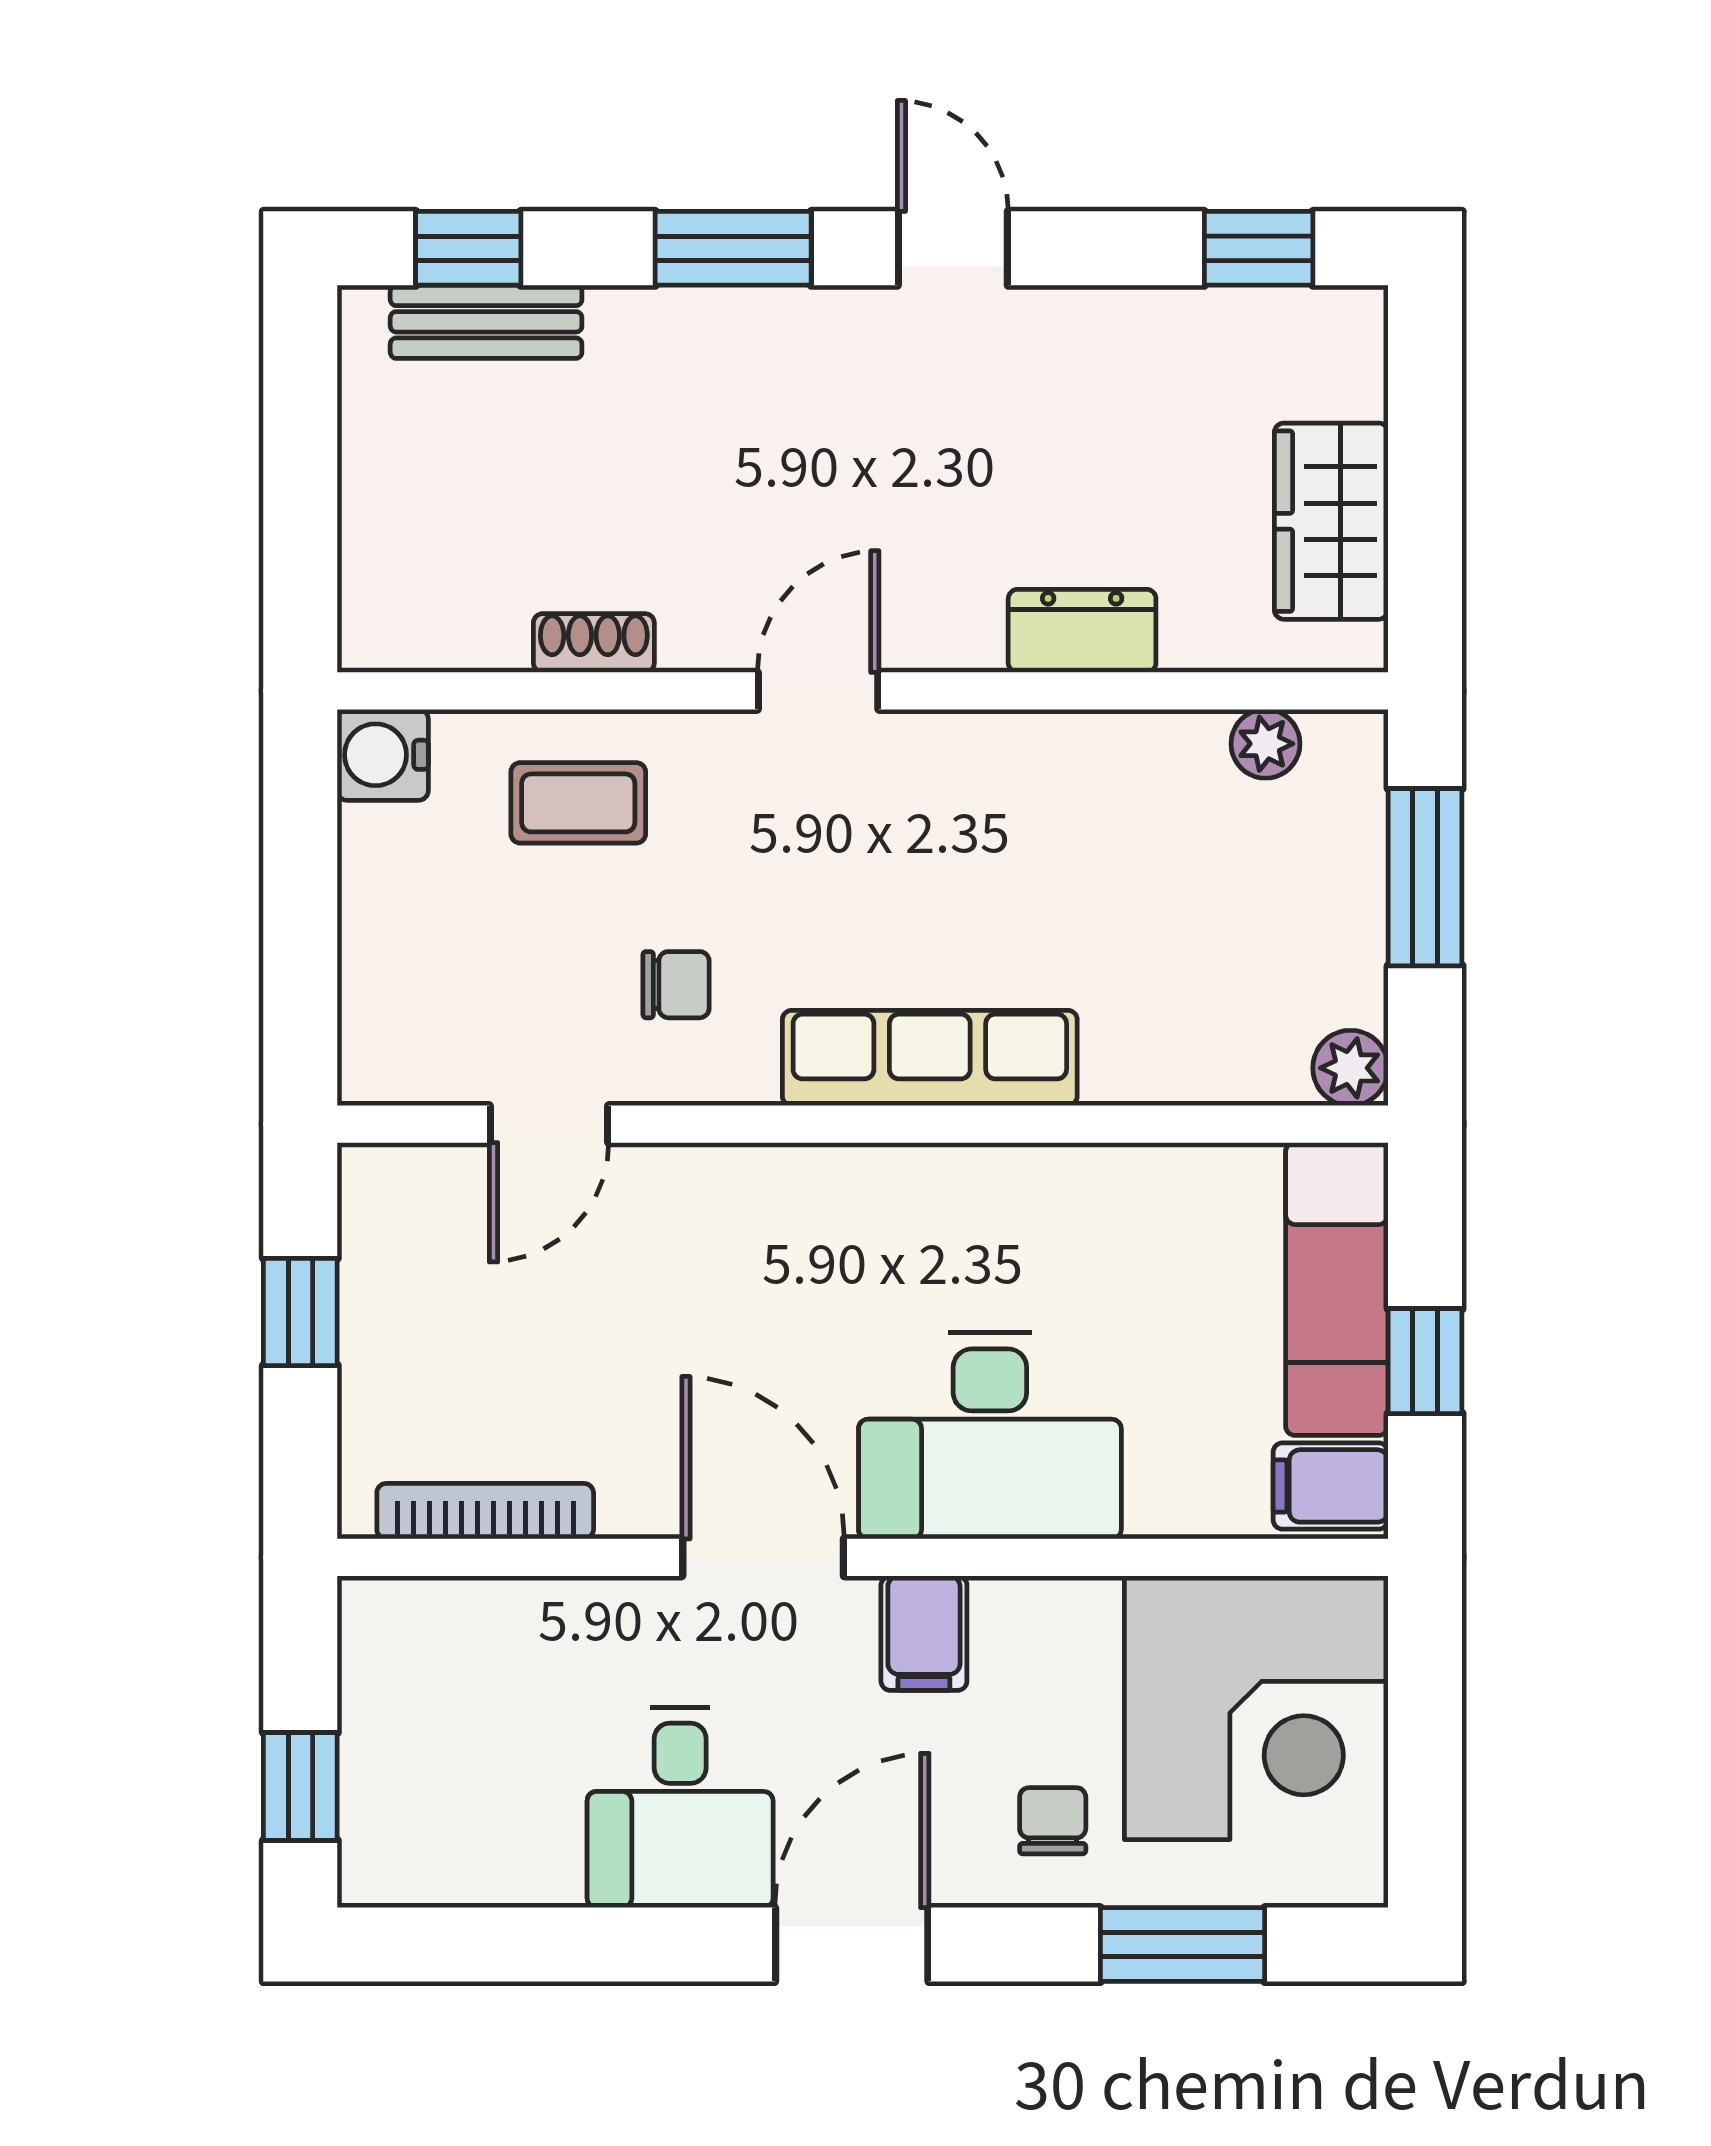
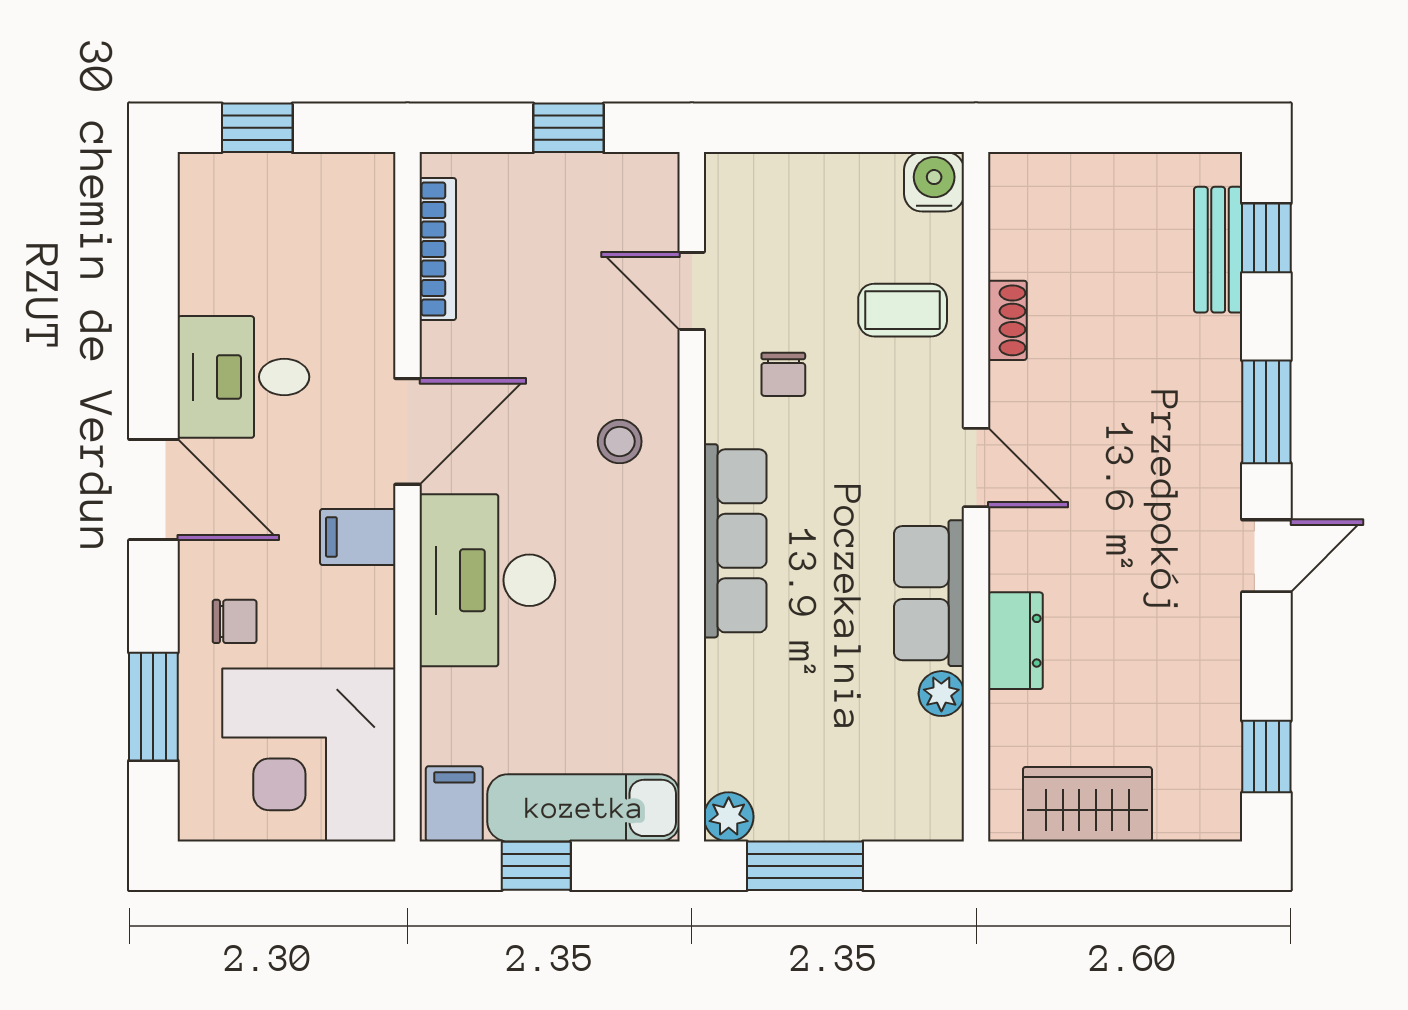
plant: (1266, 744) -> (941, 694), moved
row of seats: (1010, 762) -> (929, 593), added
coffee table: (578, 803) -> (903, 310), turned 90
window: (1425, 877) -> (805, 866), moved
stool: (778, 1234) -> (620, 441), added

